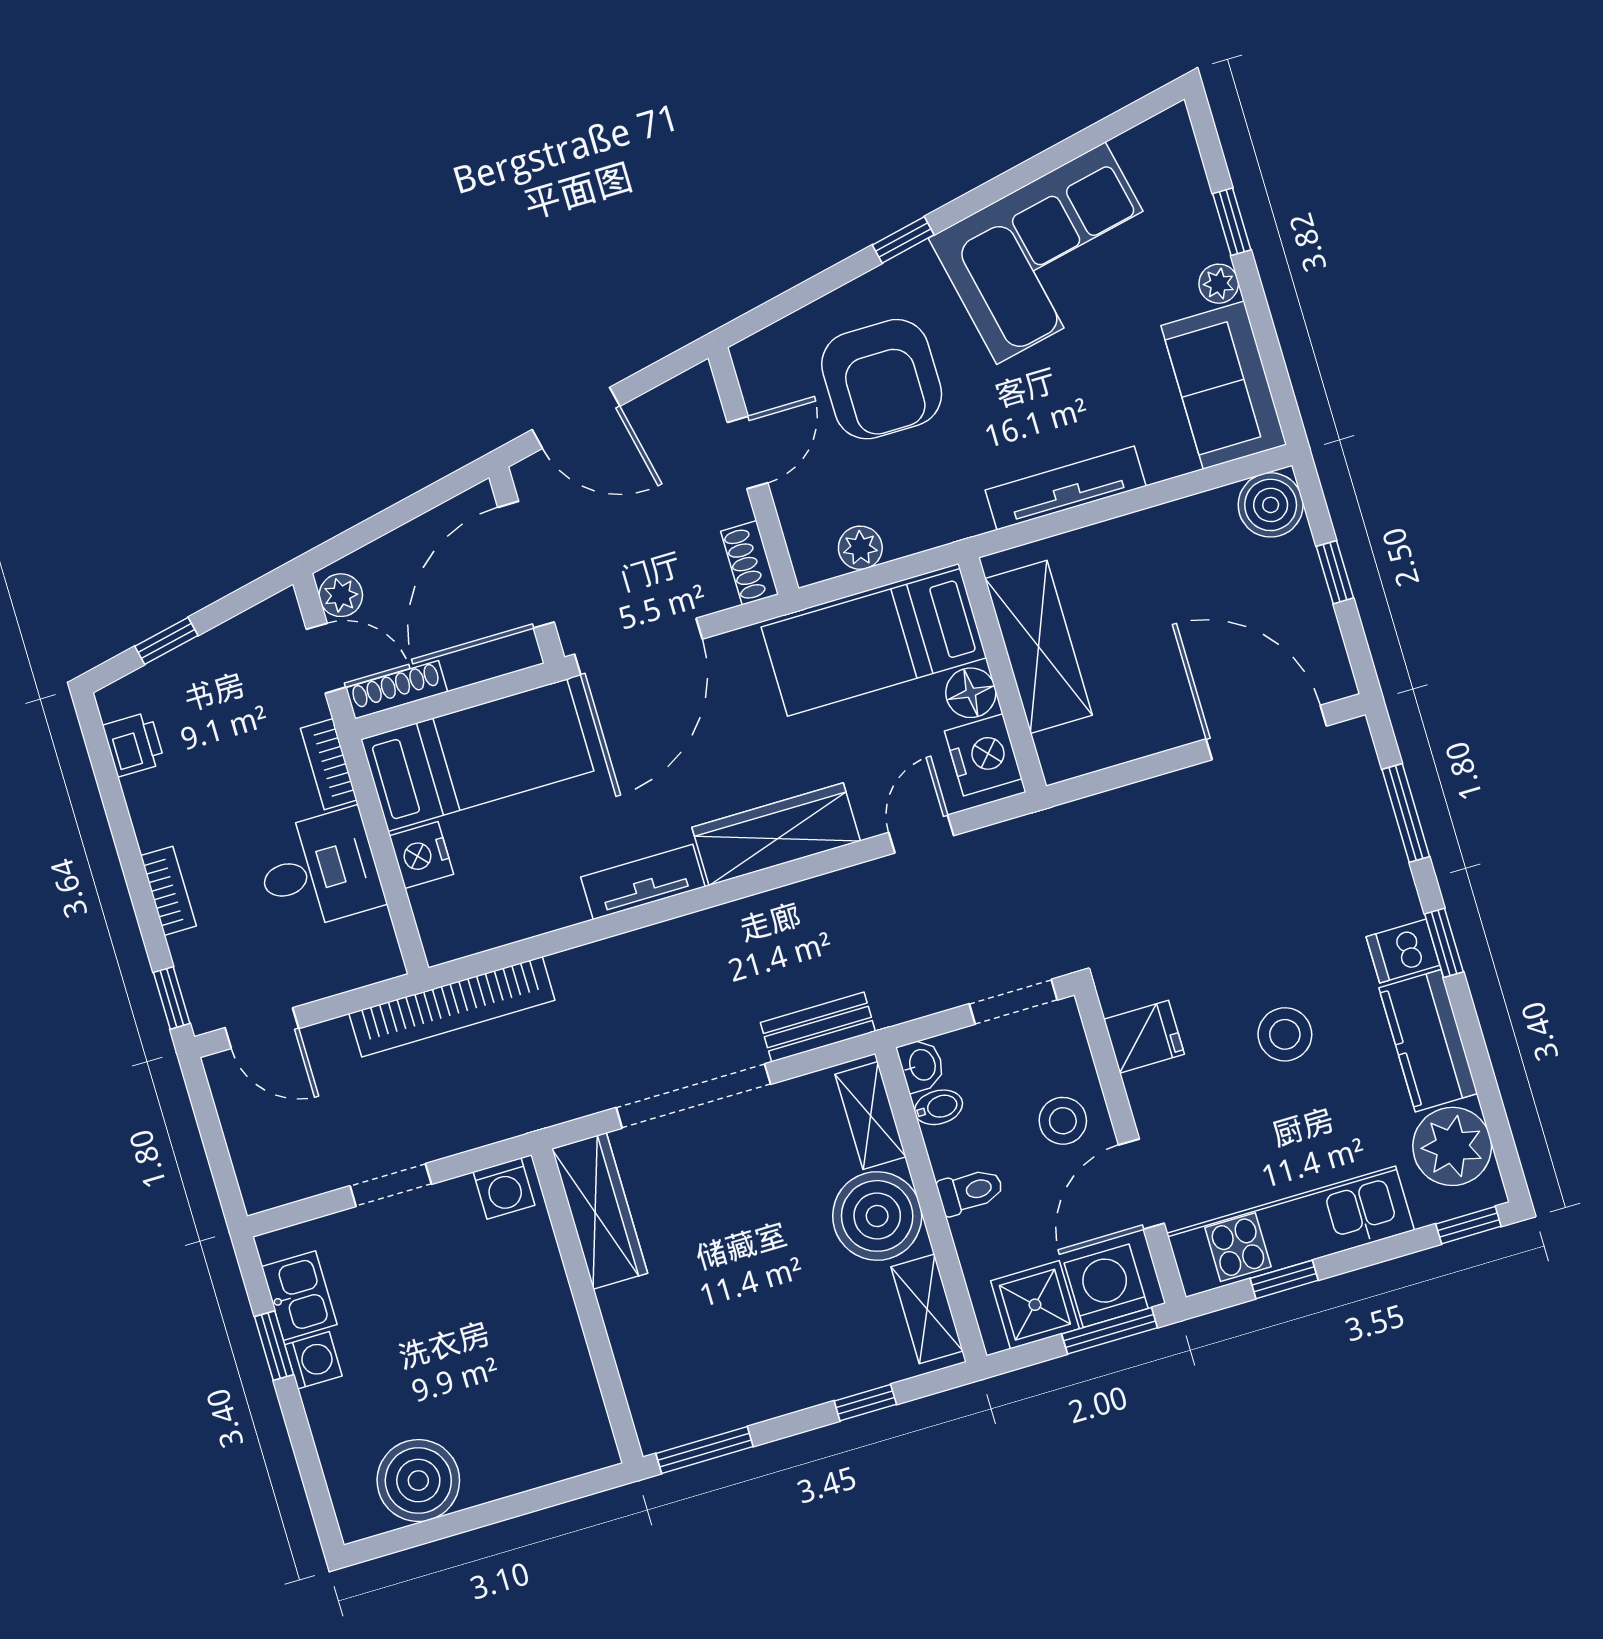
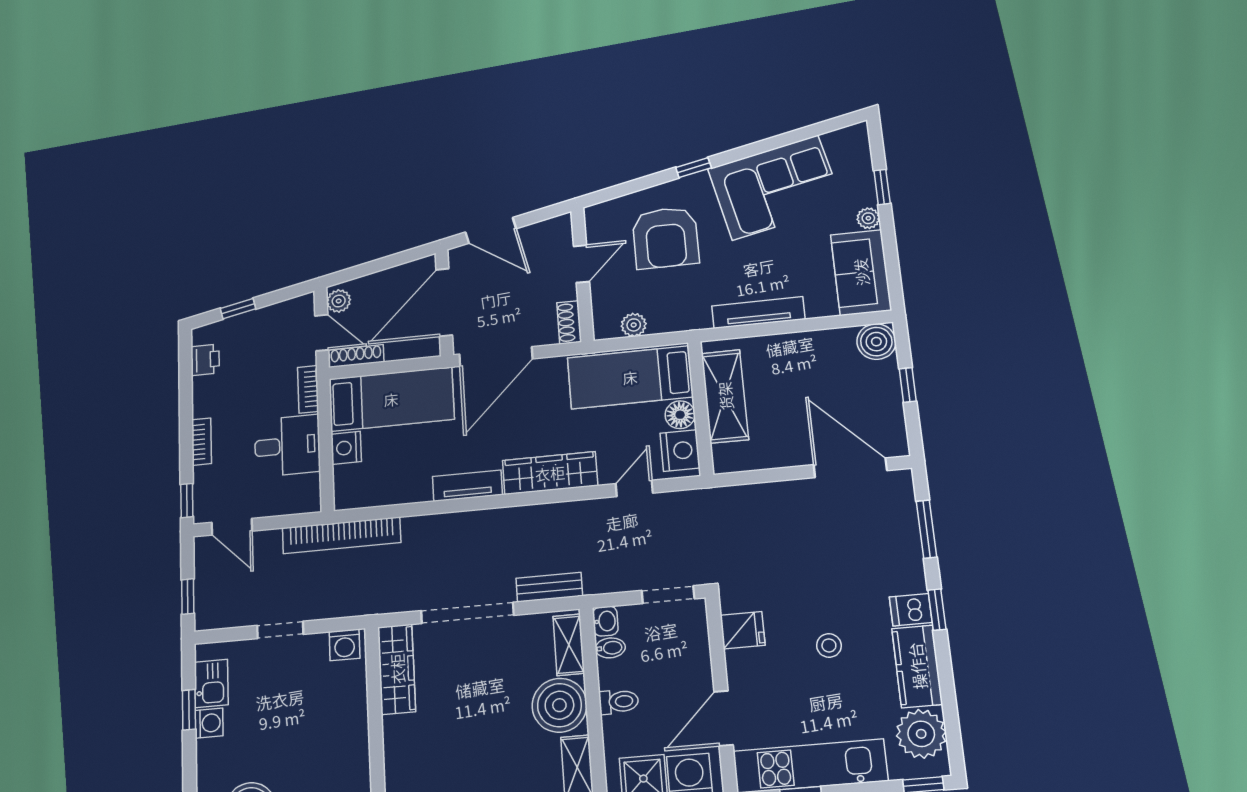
stool: (1285, 1034) -> (829, 645), width x0.73, depth x0.73
stool: (1063, 1121) -> (683, 671), removed
window: (219, 1160) -> (188, 597), added

